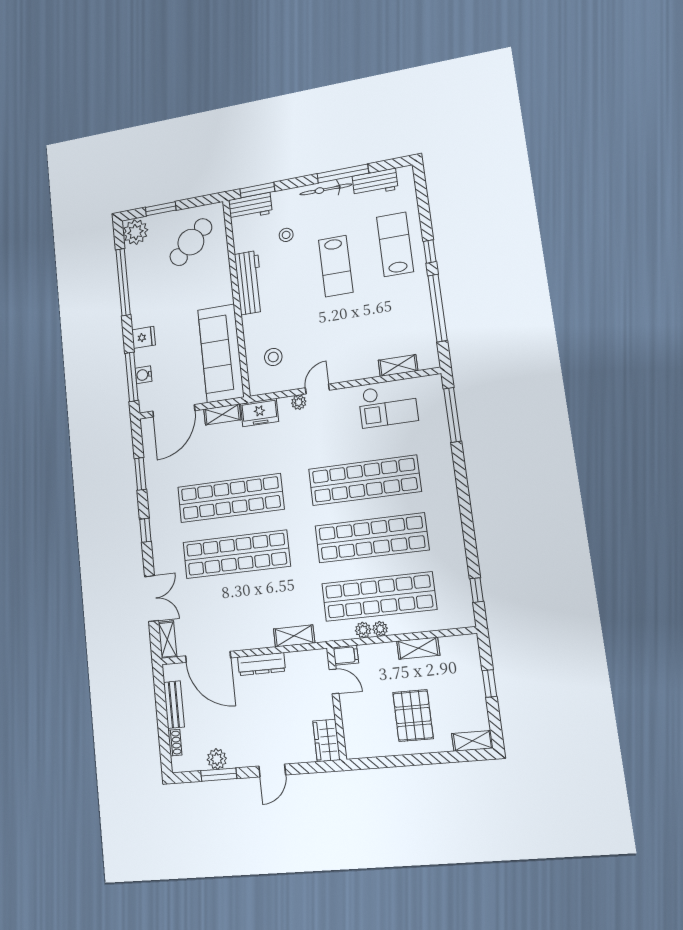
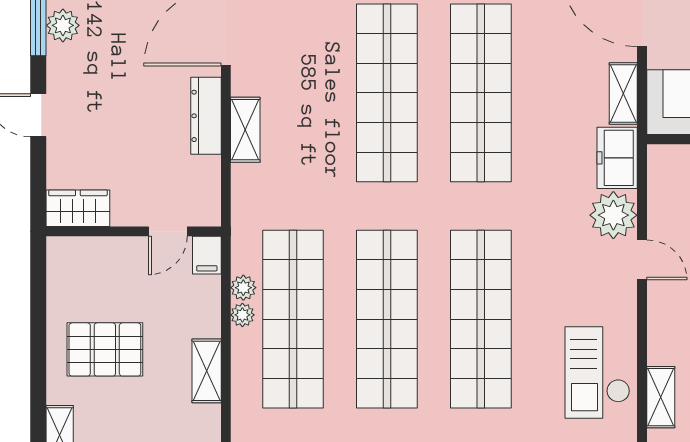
plant: (299, 402) -> (613, 215), width x1.87, depth x1.87
shelving: (294, 636) -> (245, 130), moved

